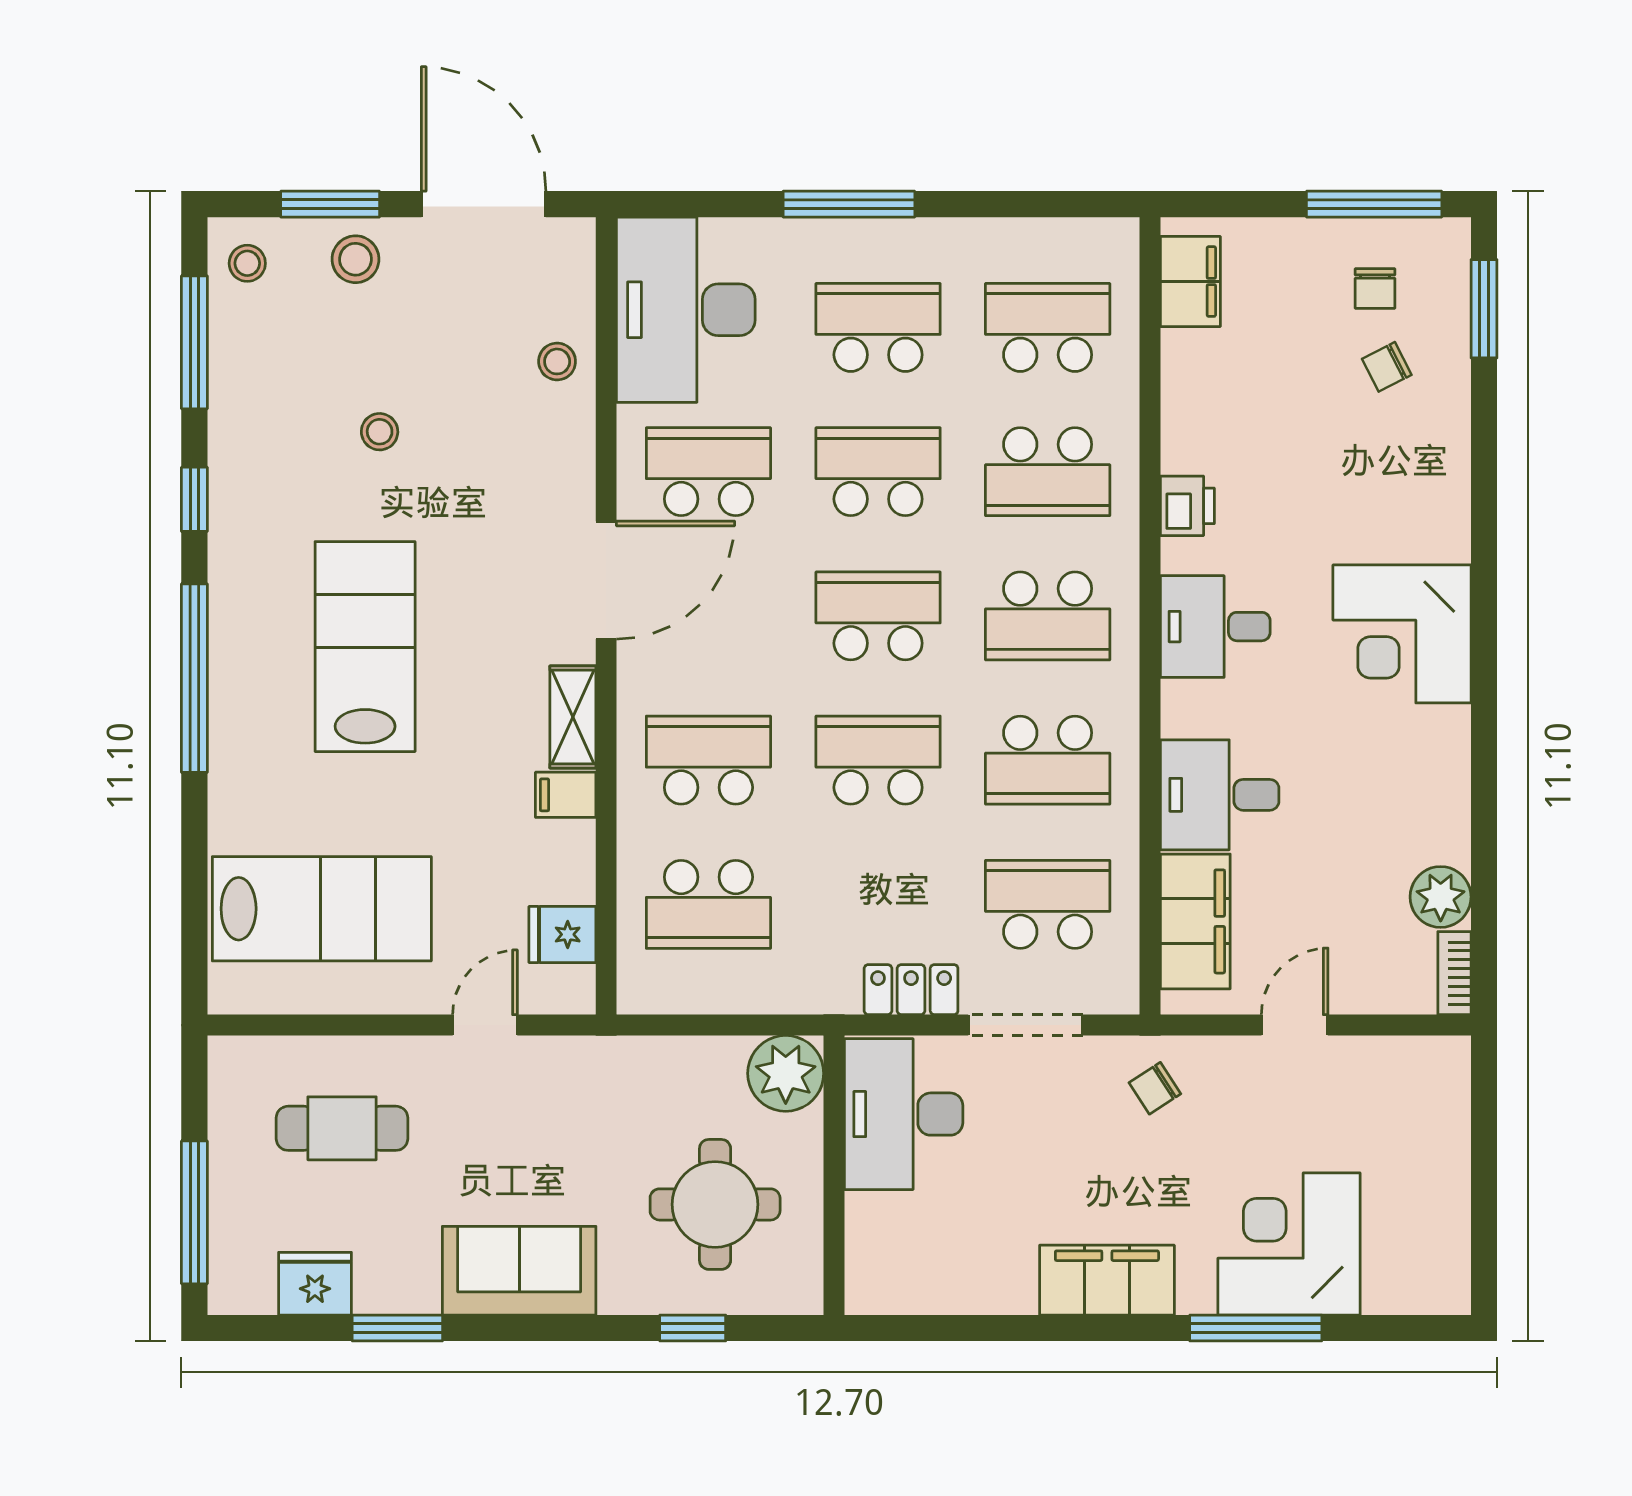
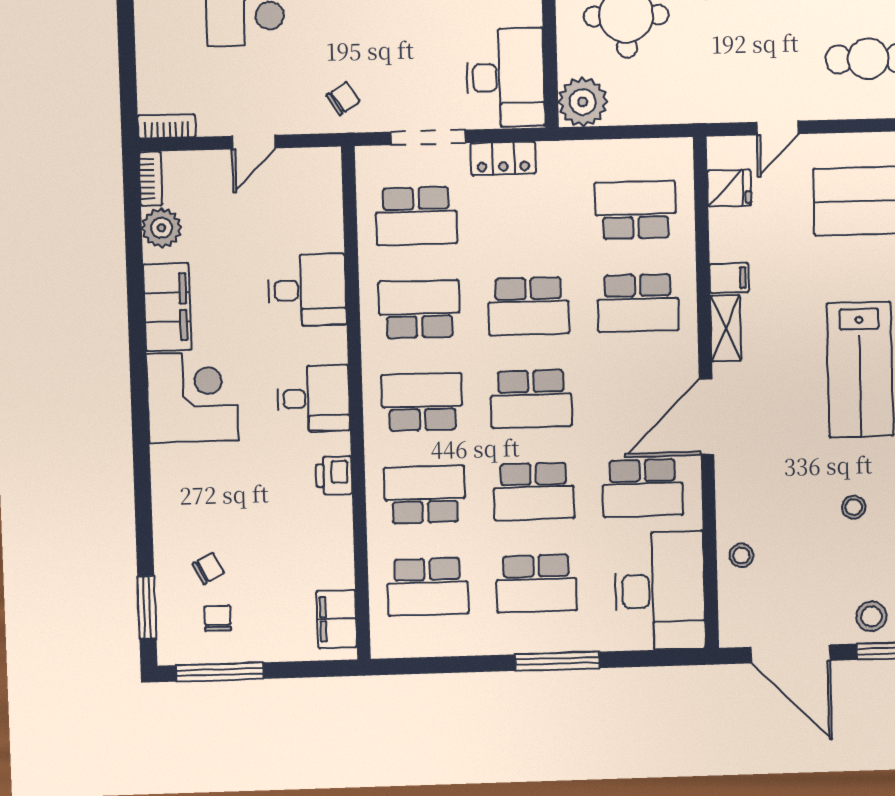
filing cabinet: (1195, 921) -> (167, 307), moved, turned 180
bookcase: (1427, 1053) -> (167, 126), added

